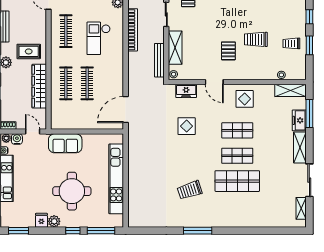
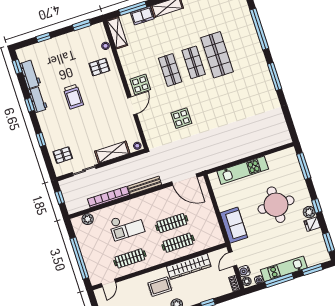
trolley: (256, 39) -> (73, 97), moved
trolley: (291, 43) -> (73, 46), removed
window: (309, 45) -> (82, 25), moved
rug: (29, 51) -> (160, 287), turned 90
pallet: (228, 51) -> (99, 67), moved
bench: (159, 60) -> (145, 185), moved
freezer: (186, 91) -> (149, 129), removed
display table: (245, 99) -> (140, 84), moved
kitchen unit: (116, 179) -> (243, 170), width x0.73
trolley: (190, 190) -> (240, 96), removed
window: (73, 231) -> (317, 206), moved
window: (249, 231) -> (259, 29), added

